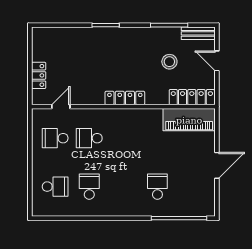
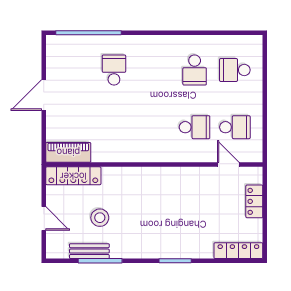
bench: (198, 33) -> (89, 251), moved
locker: (125, 98) -> (238, 251), moved, turned 180
door: (61, 107) -> (228, 165), swing flipped
piano: (189, 120) -> (68, 152), width x0.73, depth x0.75
school desk: (157, 187) -> (114, 70), turned 180

